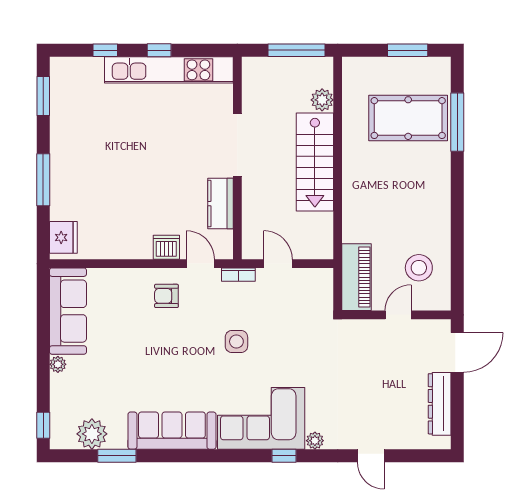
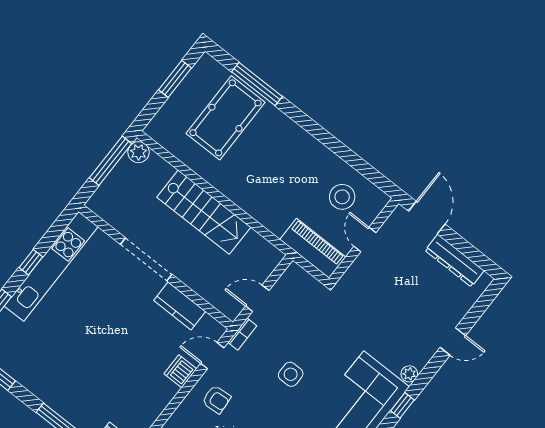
plant: (322, 100) -> (139, 152), moved
armchair: (166, 296) -> (216, 399), turned -94

